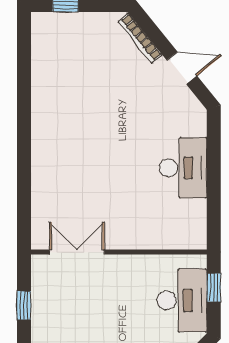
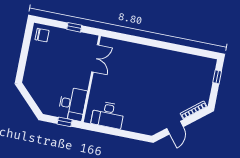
desk: (183, 168) -> (108, 115), moved
desk: (182, 300) -> (72, 104), moved, turned -90

